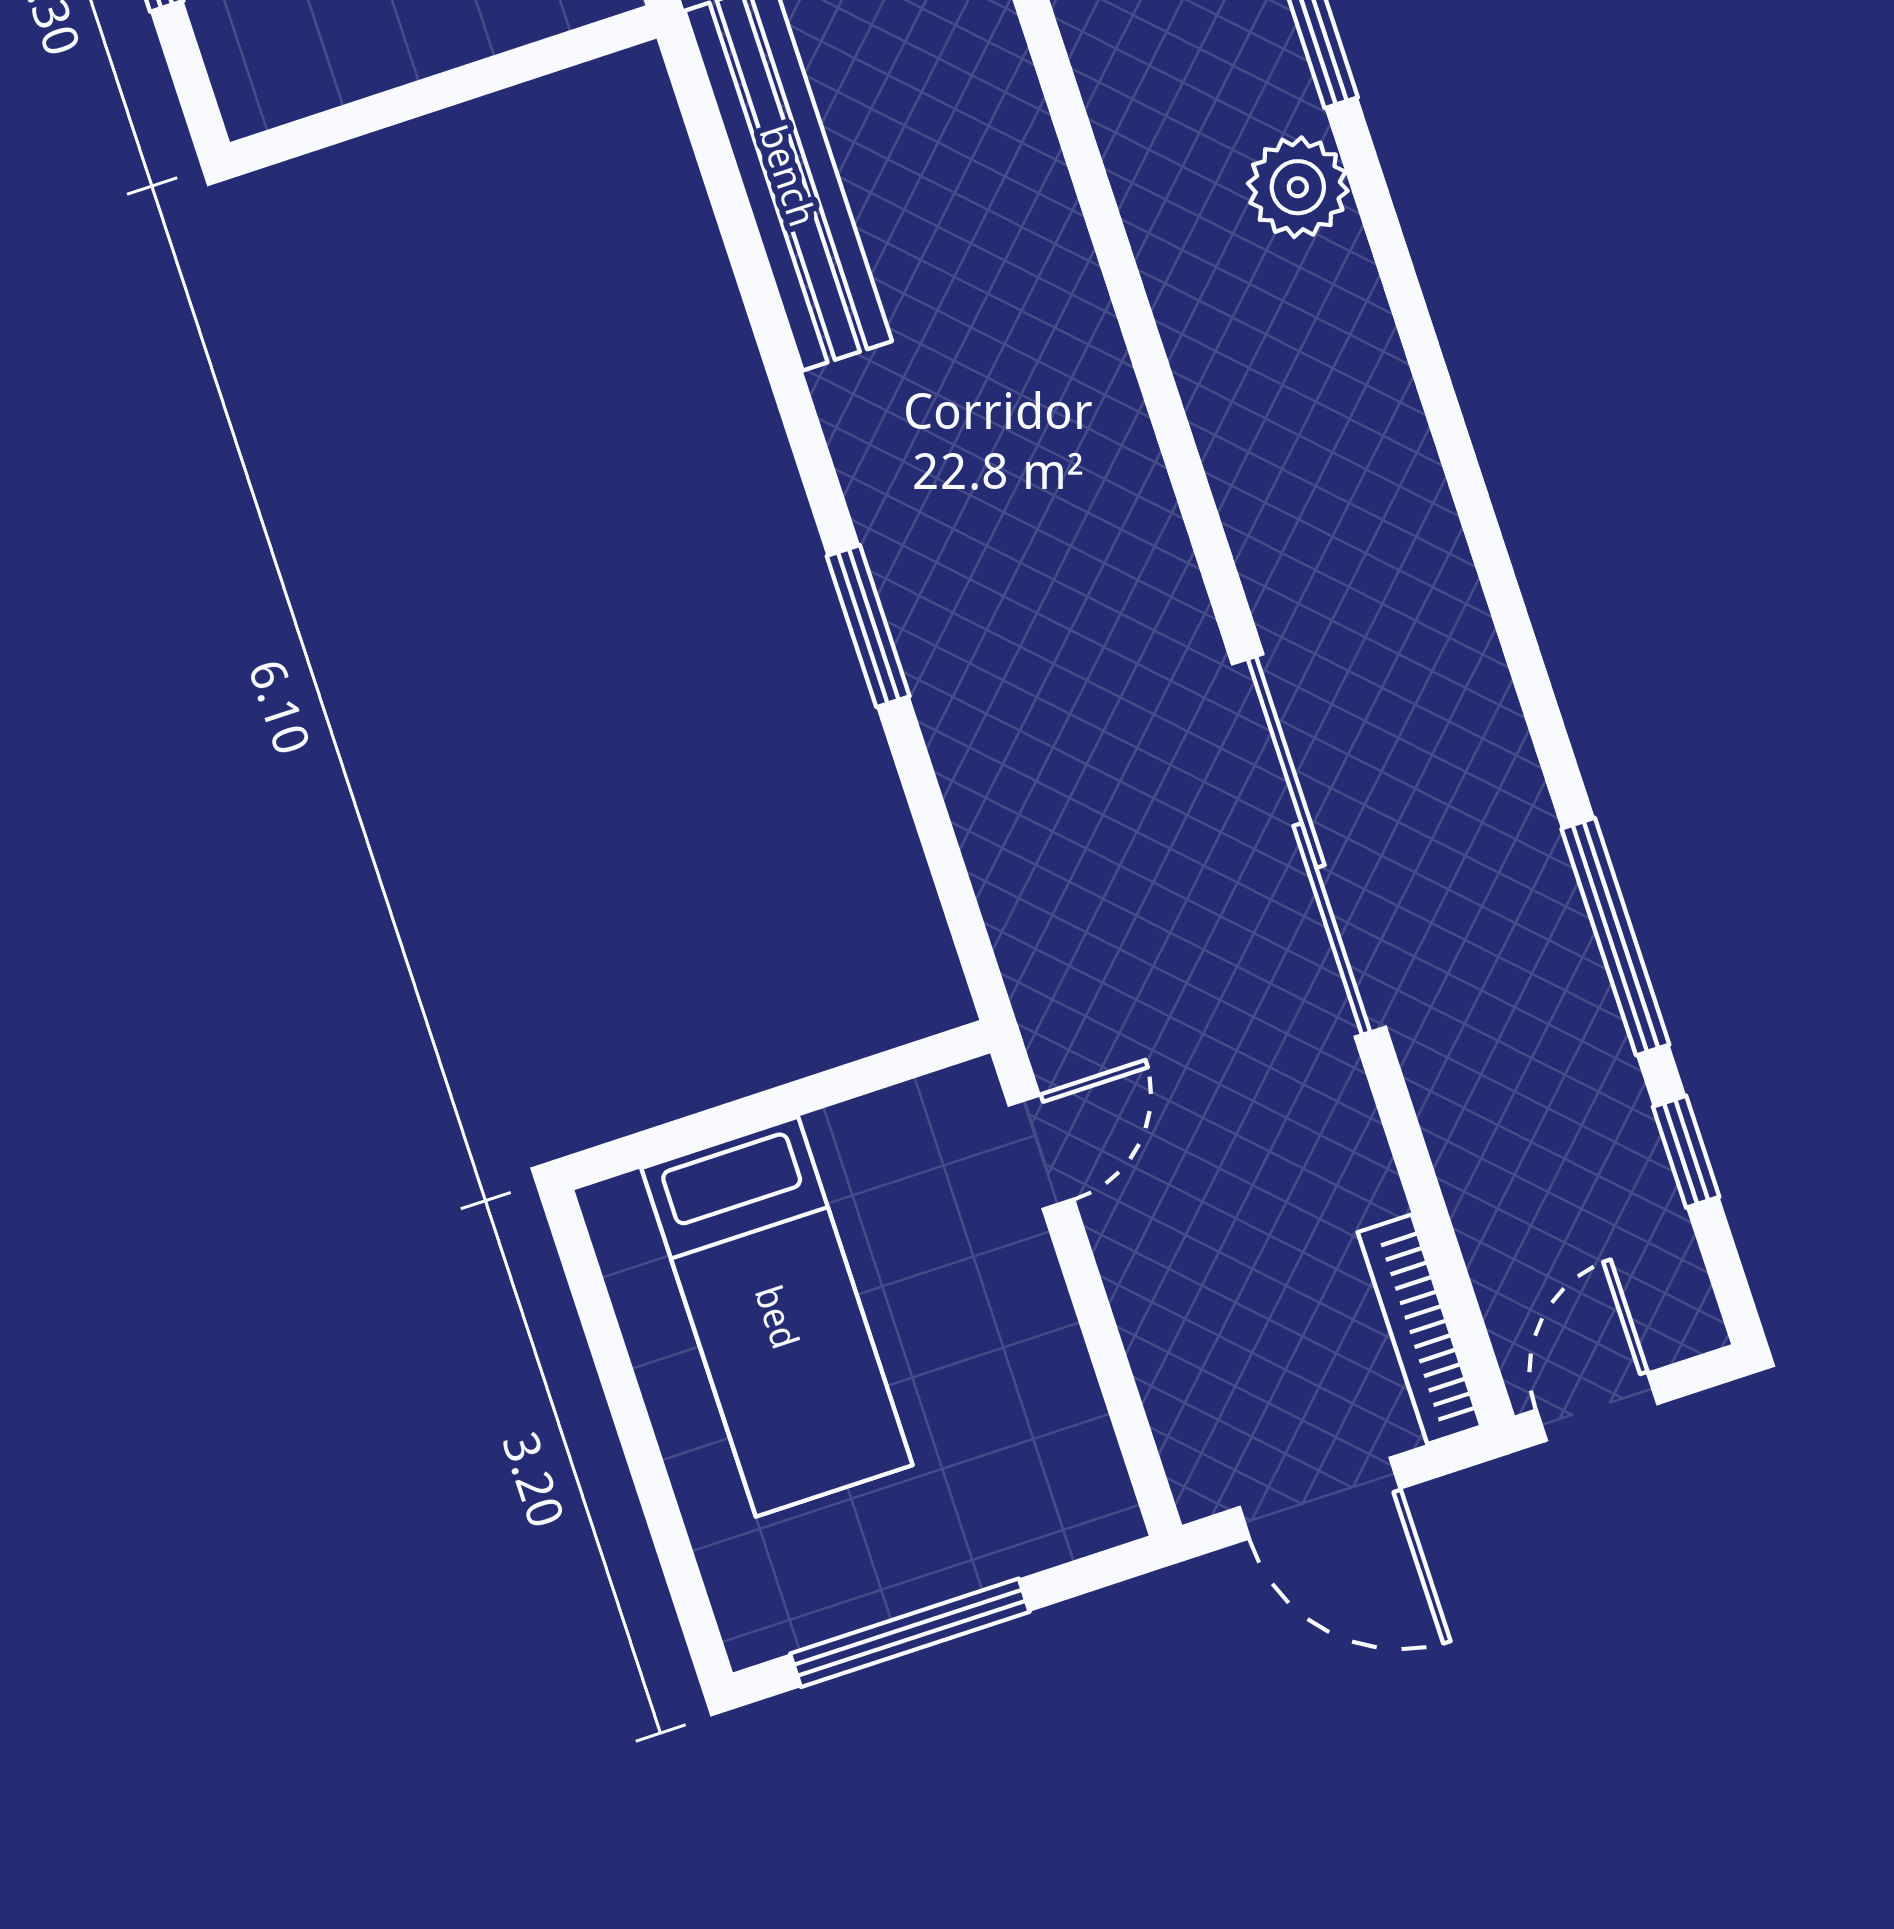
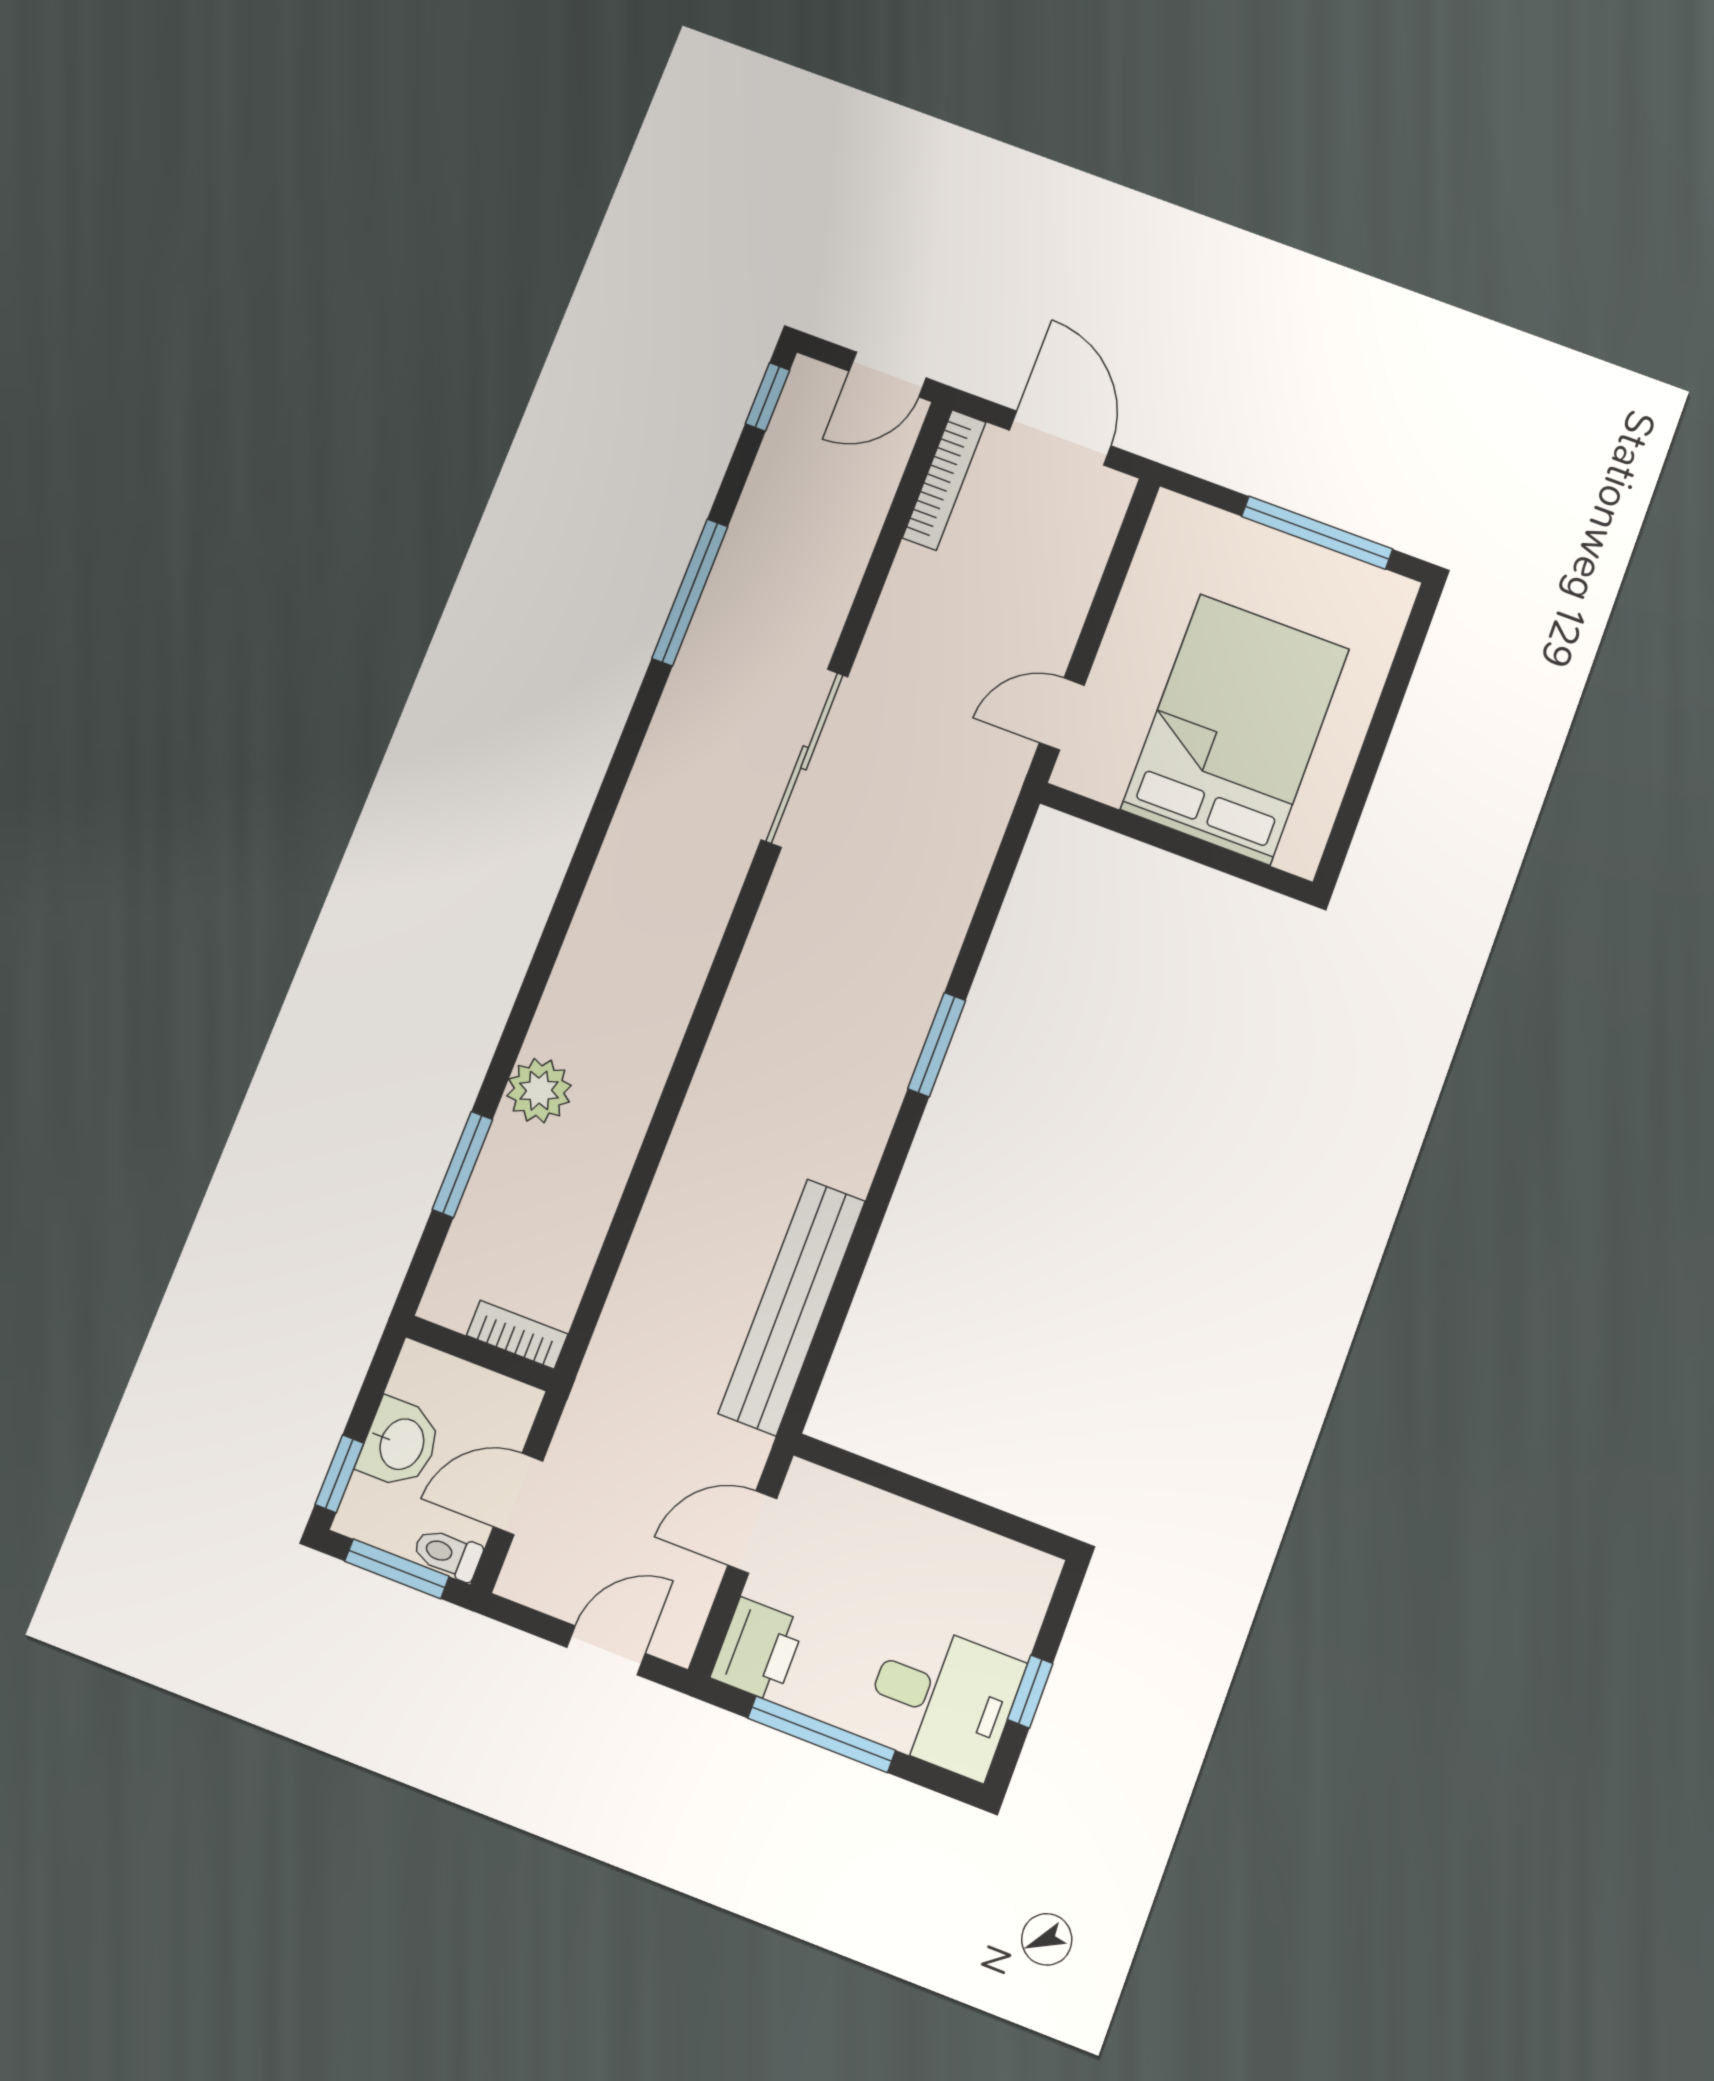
sliding door: (1309, 846) -> (805, 758), width x0.73
window: (1686, 1152) -> (768, 397), moved
bed: (777, 1317) -> (1235, 729), width x1.50

